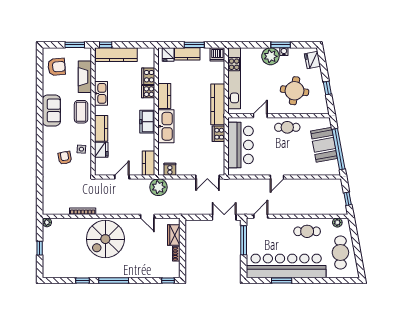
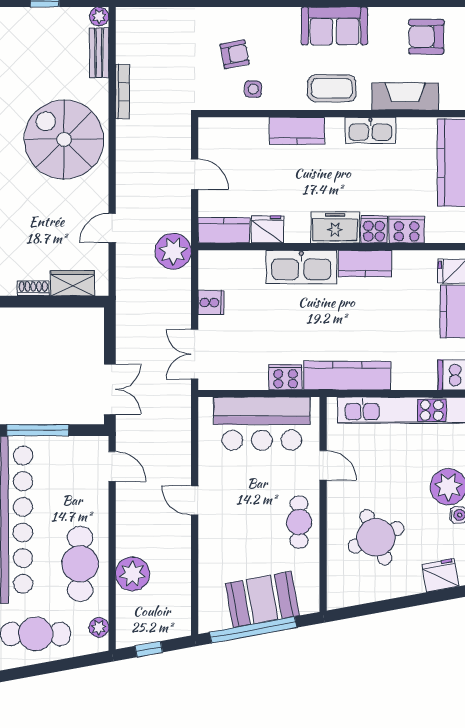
armchair: (57, 67) -> (426, 37), turned 95
window: (327, 88) -> (382, 606), removed
round table: (295, 91) -> (376, 537), turned -31
freezer: (147, 122) -> (335, 228), moved
fridge: (101, 150) -> (267, 229), moved, turned 180
cooker: (170, 169) -> (211, 303), moved
plant: (312, 206) -> (133, 574), added
bench: (64, 222) -> (99, 53), added
cafe table: (307, 231) -> (80, 564), width x1.37, depth x1.35
window: (244, 240) -> (38, 430), moved

